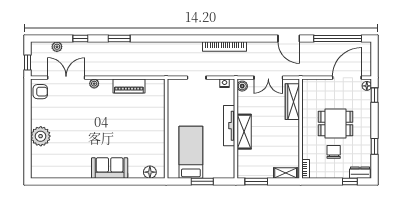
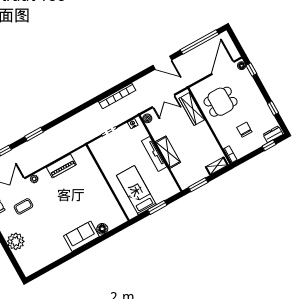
coffee table: (68, 105) -> (23, 206), added
dining table: (335, 124) -> (221, 102), moved
floor lamp: (150, 172) -> (102, 229), moved

